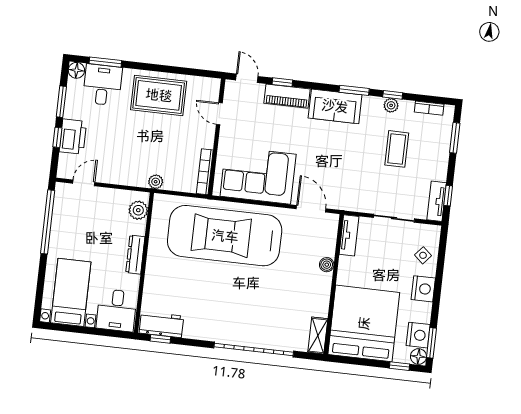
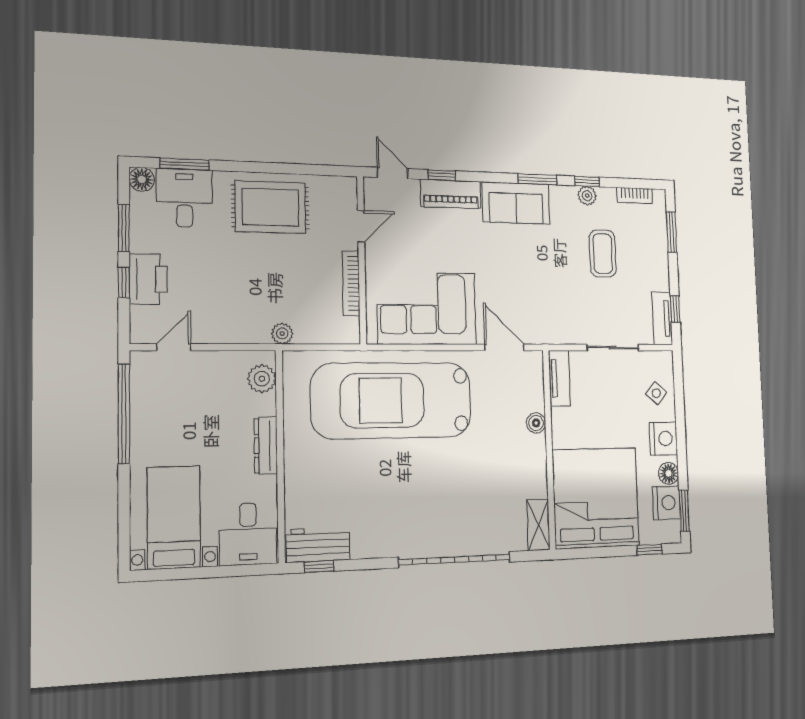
door: (219, 114) -> (361, 226), swing flipped
bookcase: (205, 172) -> (351, 283), moved
floor lamp: (418, 357) -> (669, 473), moved

